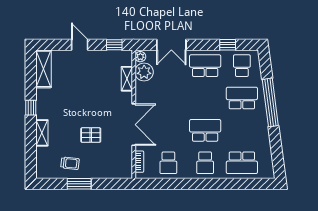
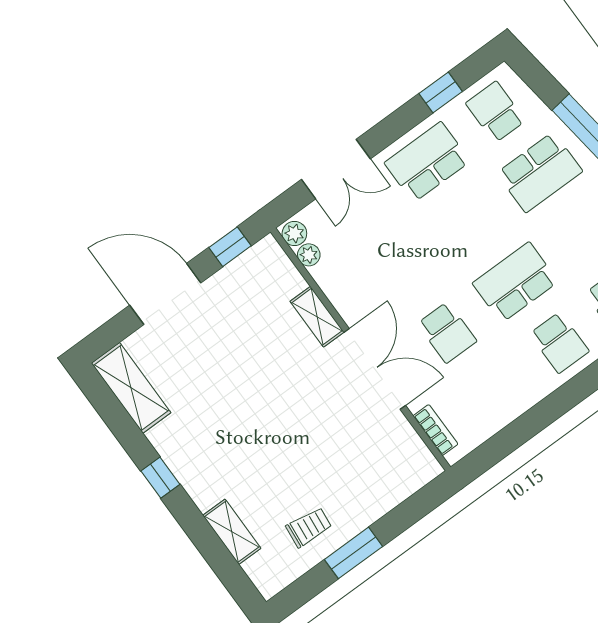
door: (80, 45) -> (165, 294), width x1.87
plant: (144, 72) -> (309, 255), width x0.53, depth x0.53
shelving: (127, 79) -> (317, 317), moved
school desk: (242, 98) -> (540, 172), turned 180
shelving: (42, 133) -> (232, 532), moved
pallet: (91, 135) -> (309, 447), removed
school desk: (168, 163) -> (447, 332), moved

